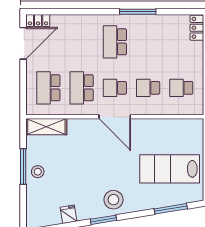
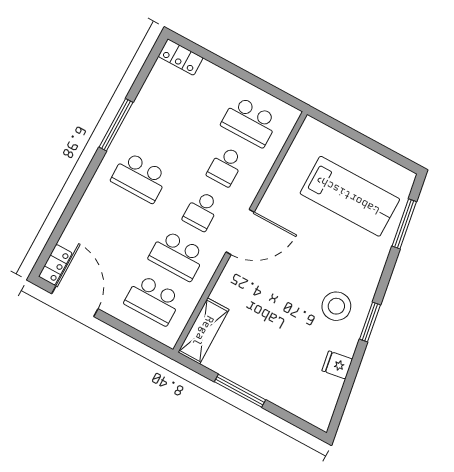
school desk: (181, 88) -> (250, 122), width x1.85
lab bench: (170, 169) -> (350, 196), turned -90
stool: (38, 172) -> (258, 375), removed
stool: (113, 200) -> (336, 306), moved

